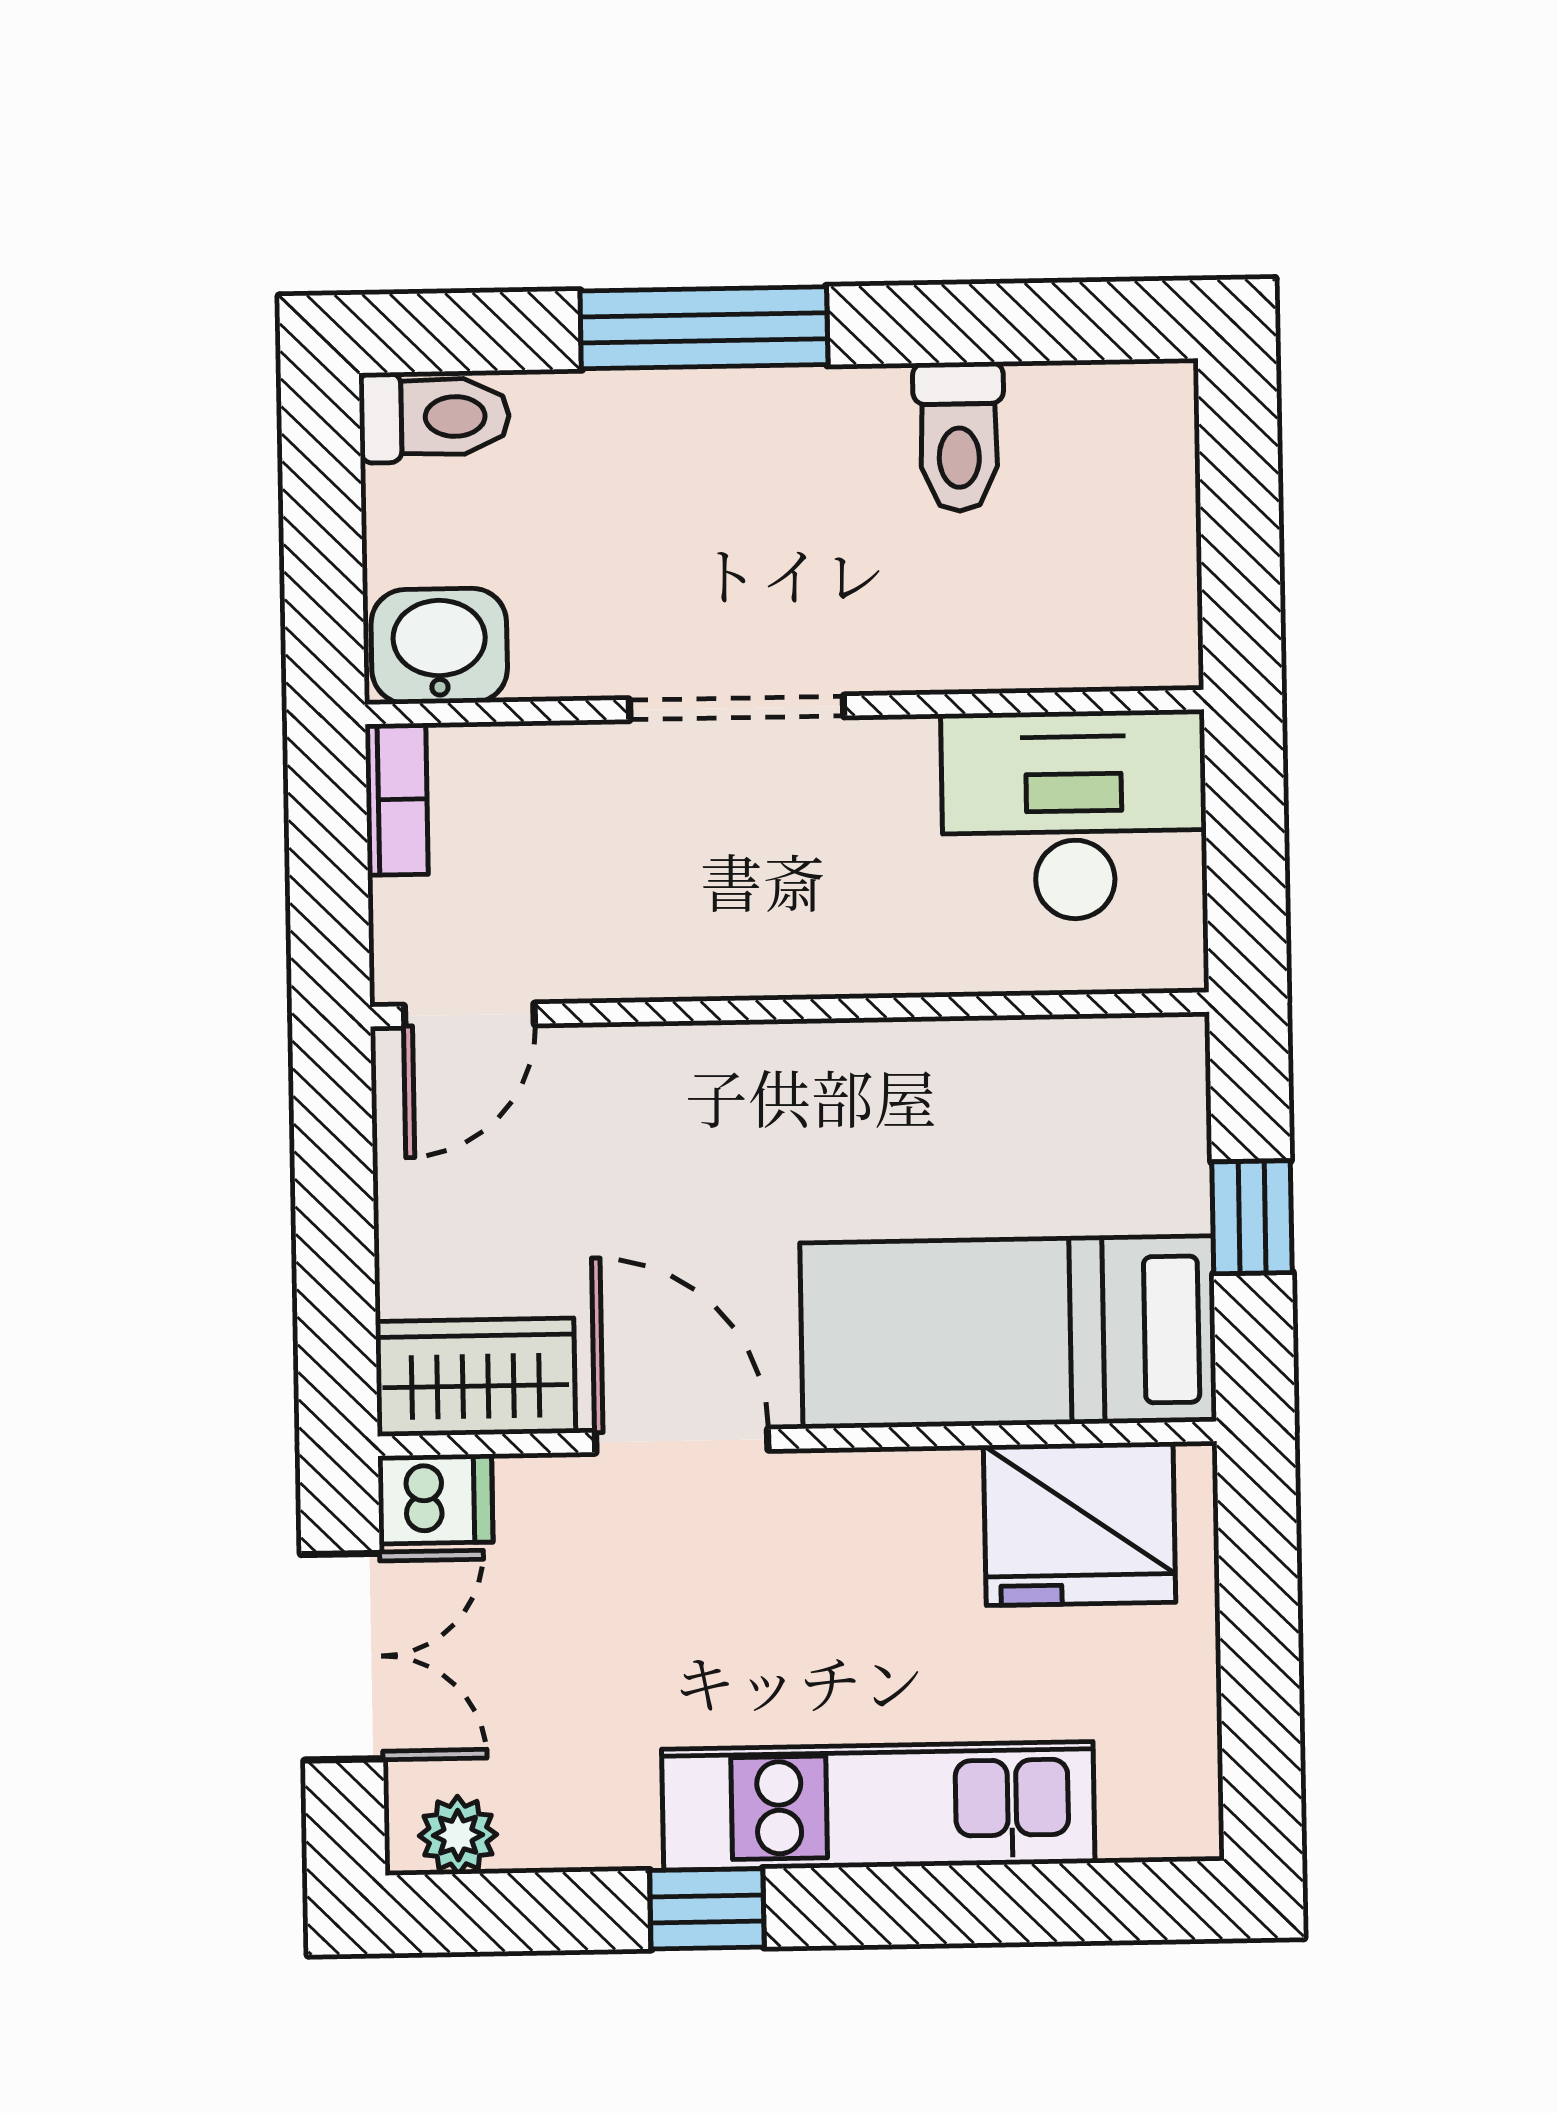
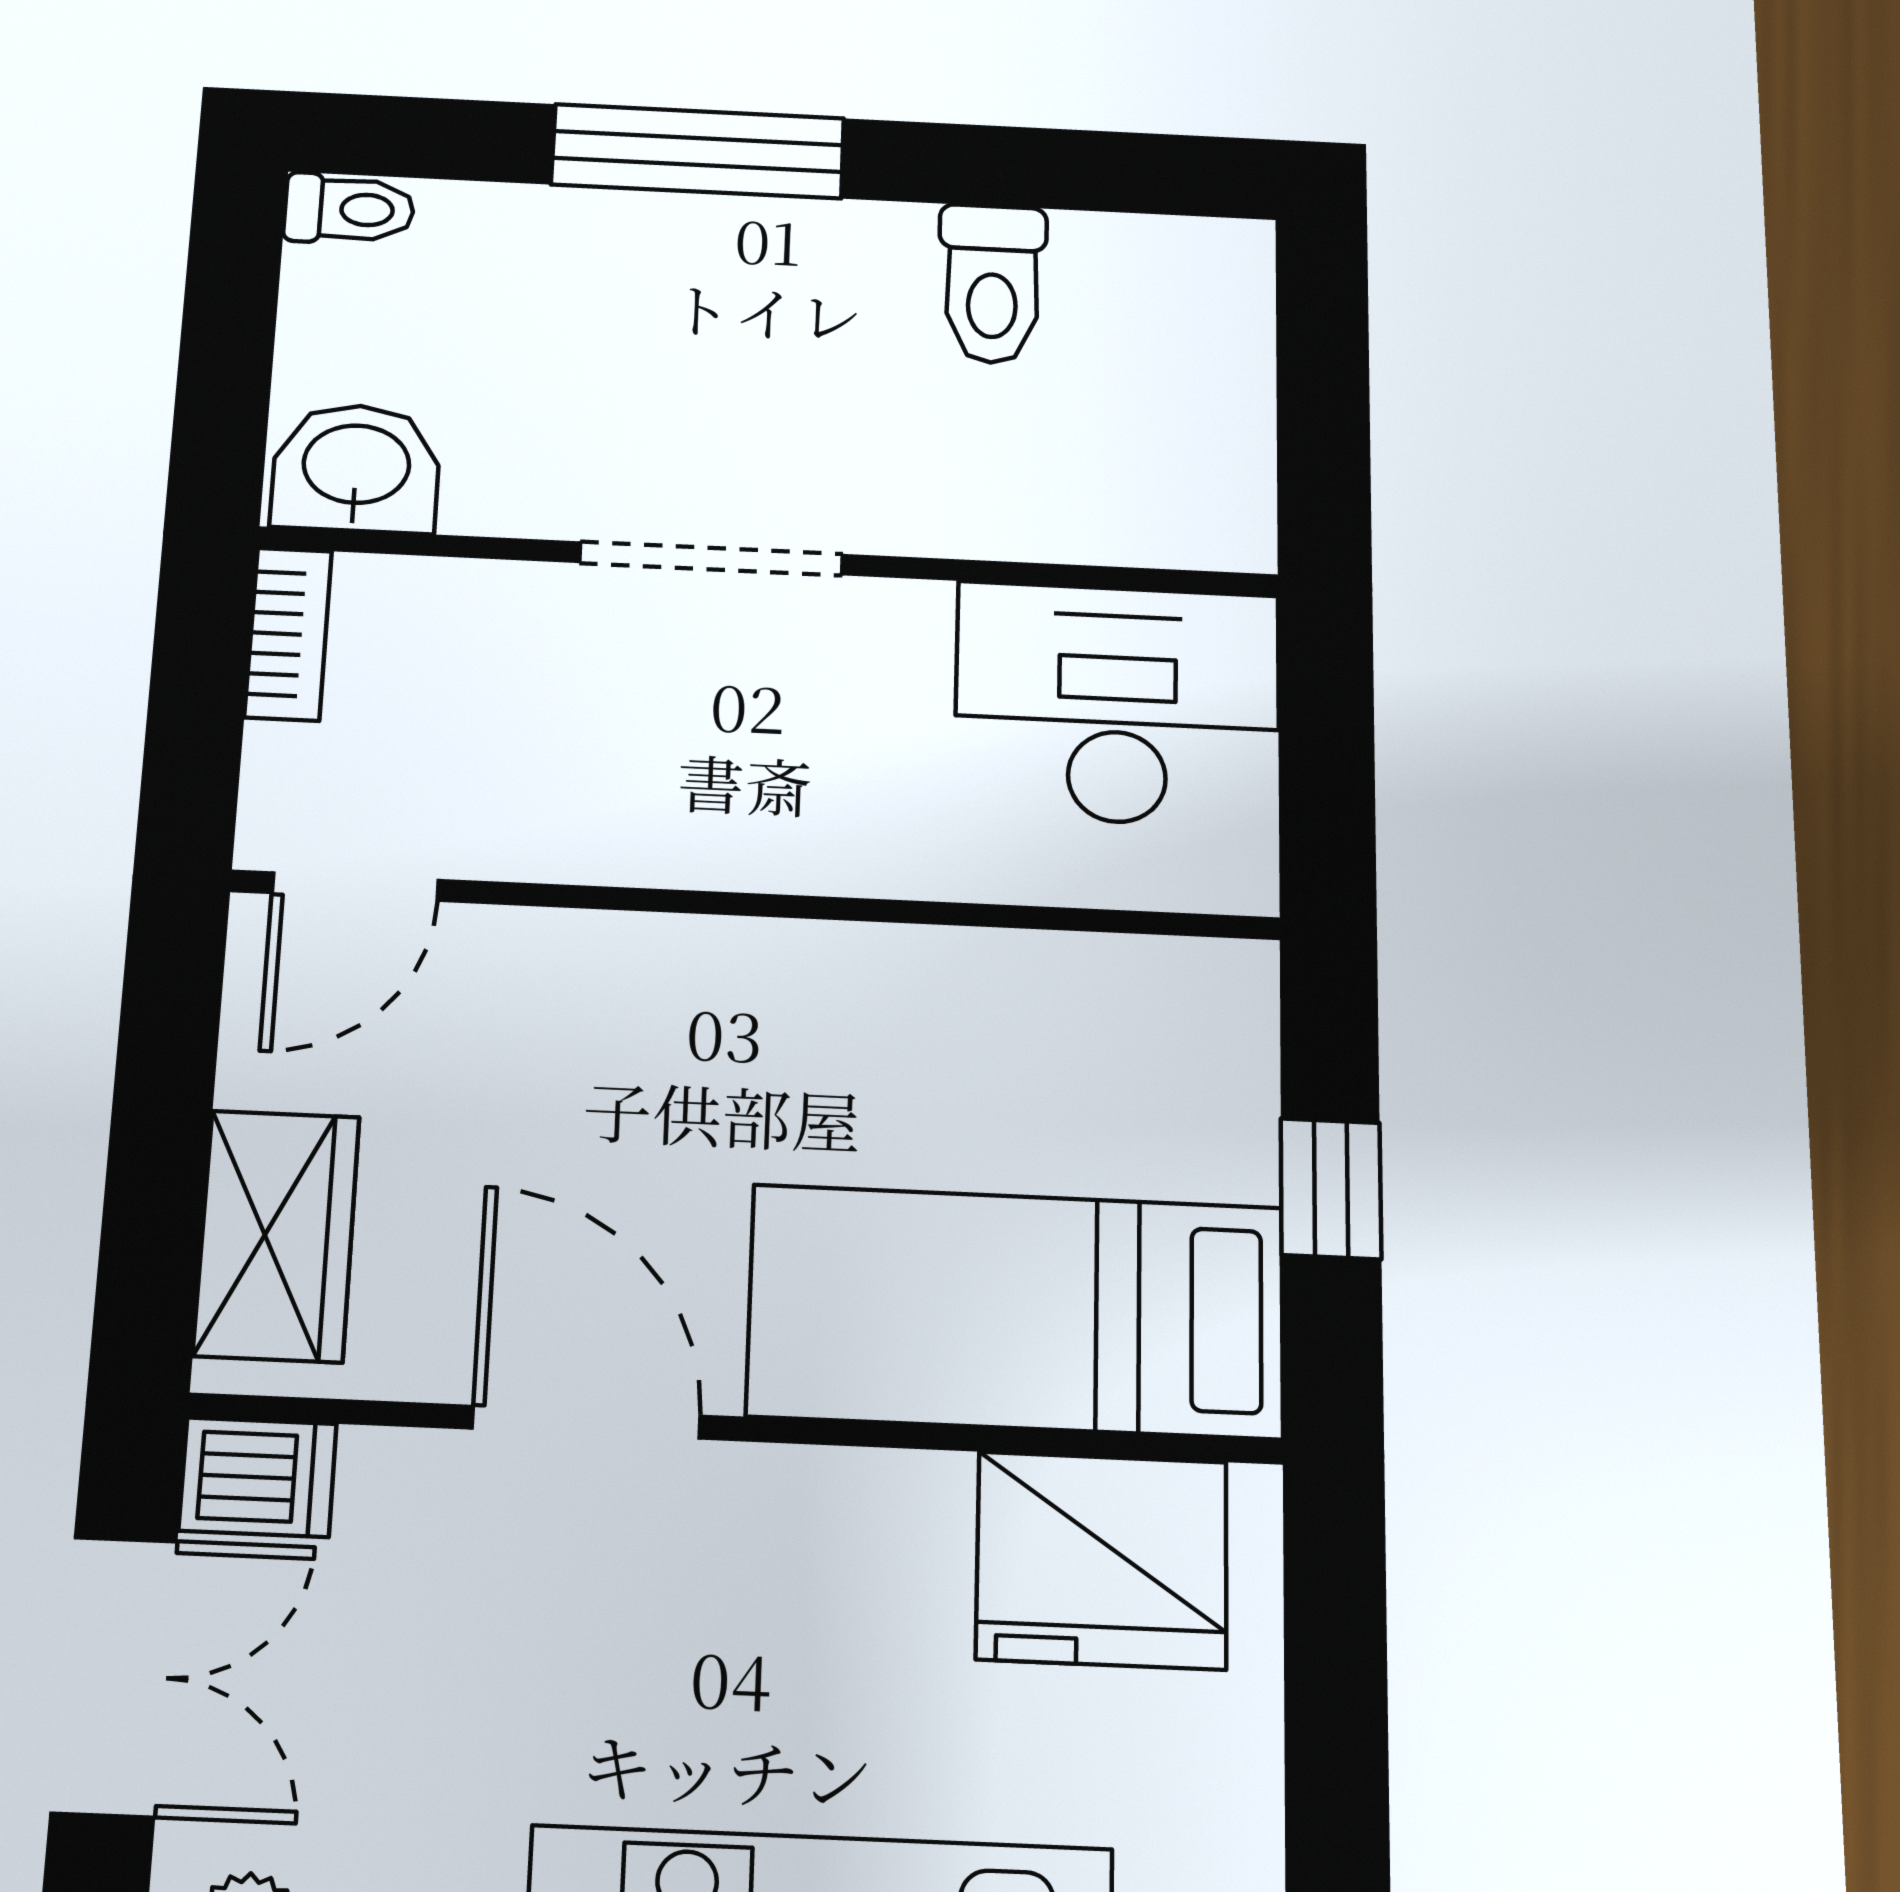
toilet: (434, 417) -> (349, 209), width x0.73, depth x0.72
wardrobe: (476, 1377) -> (277, 1236), moved, turned 90

